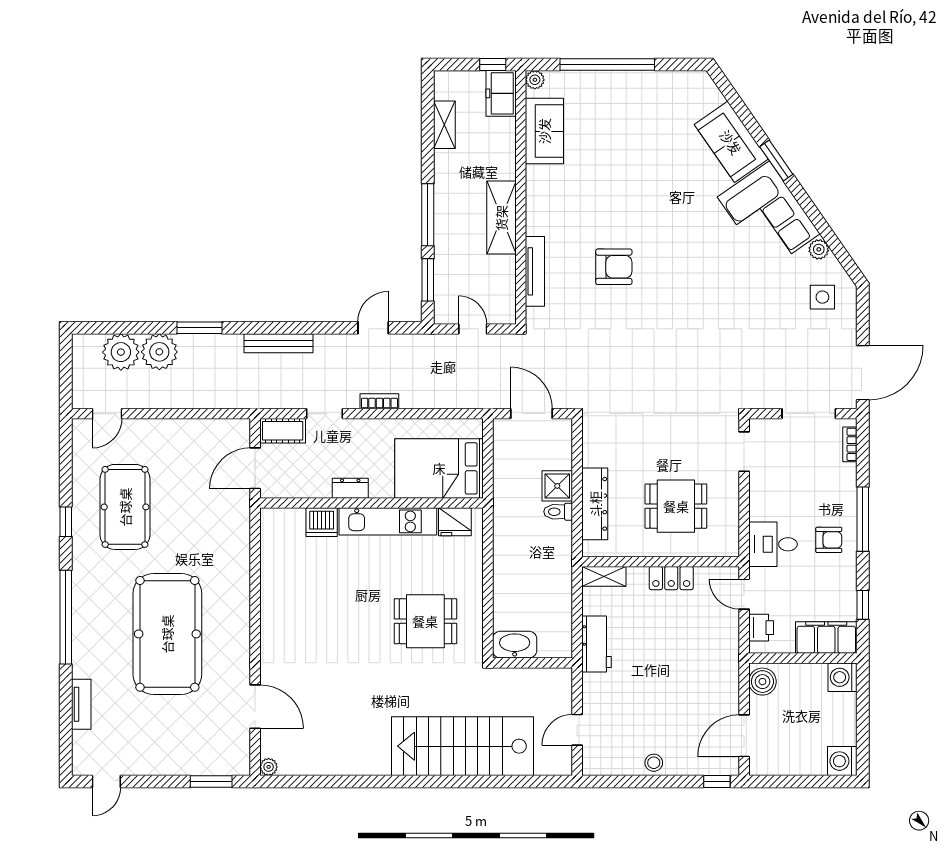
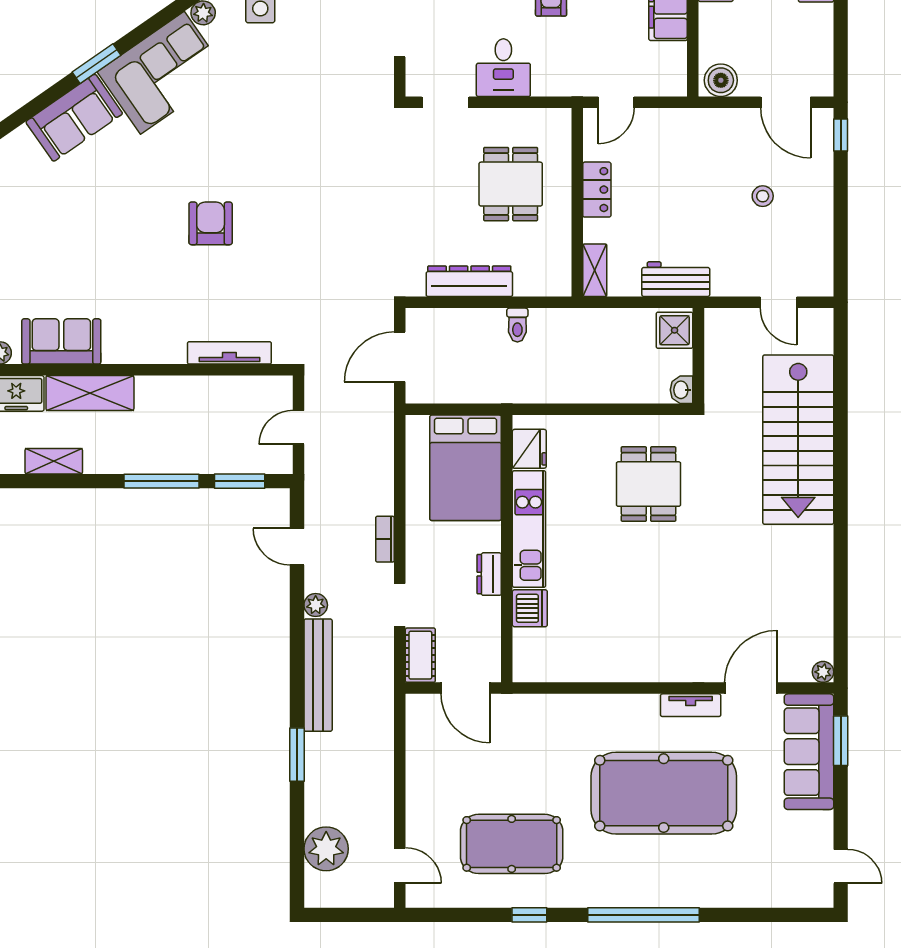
shelving: (501, 218) -> (90, 393), moved
armchair: (614, 267) -> (211, 223), moved
bench: (278, 343) -> (318, 675), width x1.37, depth x1.21
plant: (159, 352) -> (316, 605), moved, width x0.53, depth x0.53
shower: (557, 486) -> (675, 330), moved
dresser: (595, 504) -> (469, 281), moved
desk: (773, 544) -> (503, 68), moved
printer: (761, 628) -> (656, 82), removed
washbasin: (515, 645) -> (682, 390), width x0.52, depth x0.69
tv unit: (81, 704) -> (691, 705), moved, turned 180
sofa: (202, 755) -> (809, 752), added
stool: (654, 763) -> (763, 196), moved

